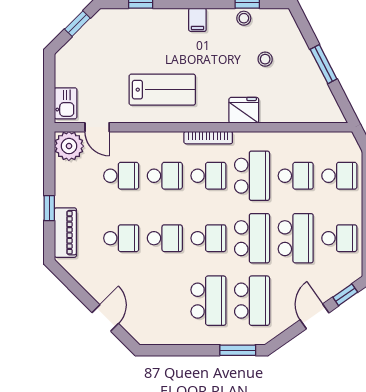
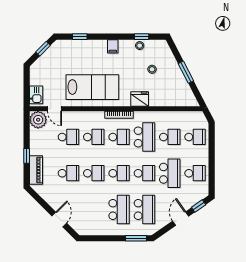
lab bench: (162, 90) -> (92, 87), width x1.36, depth x1.39
school desk: (252, 238) -> (144, 173), width x0.54

